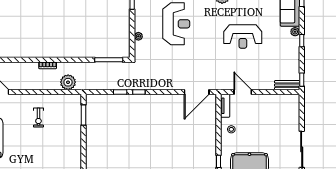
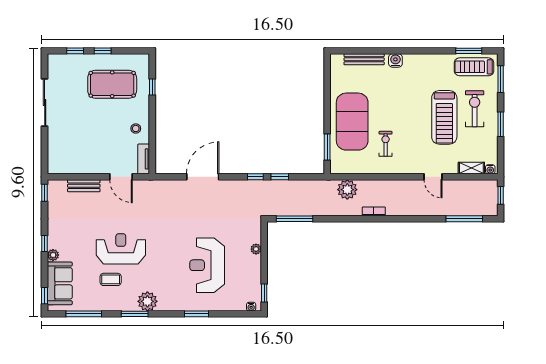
coffee table: (251, 13) -> (111, 279), added
bench: (287, 85) -> (84, 186), moved
door: (197, 92) -> (203, 177), moved
exercise mat: (64, 135) -> (352, 122), added

